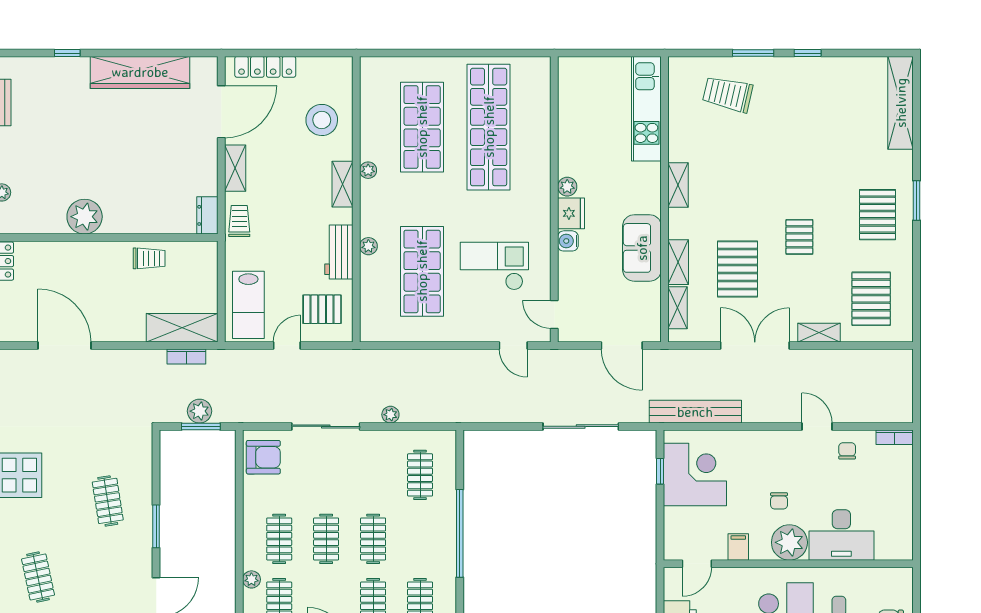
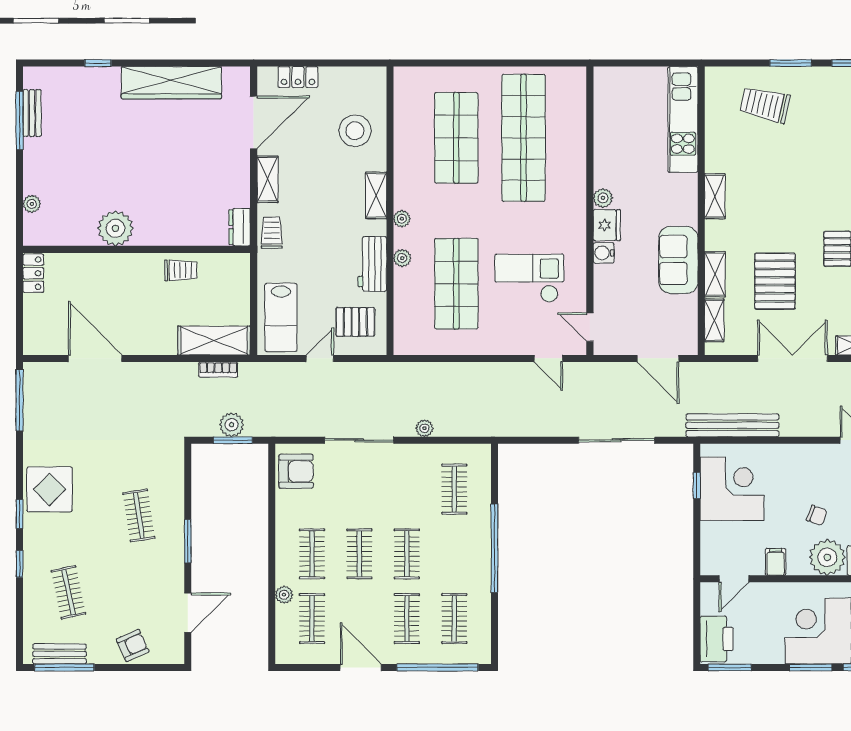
locker: (265, 67) -> (298, 77), width x0.66
plant: (368, 170) -> (402, 219), moved
chair: (779, 501) -> (817, 515), turned -70

